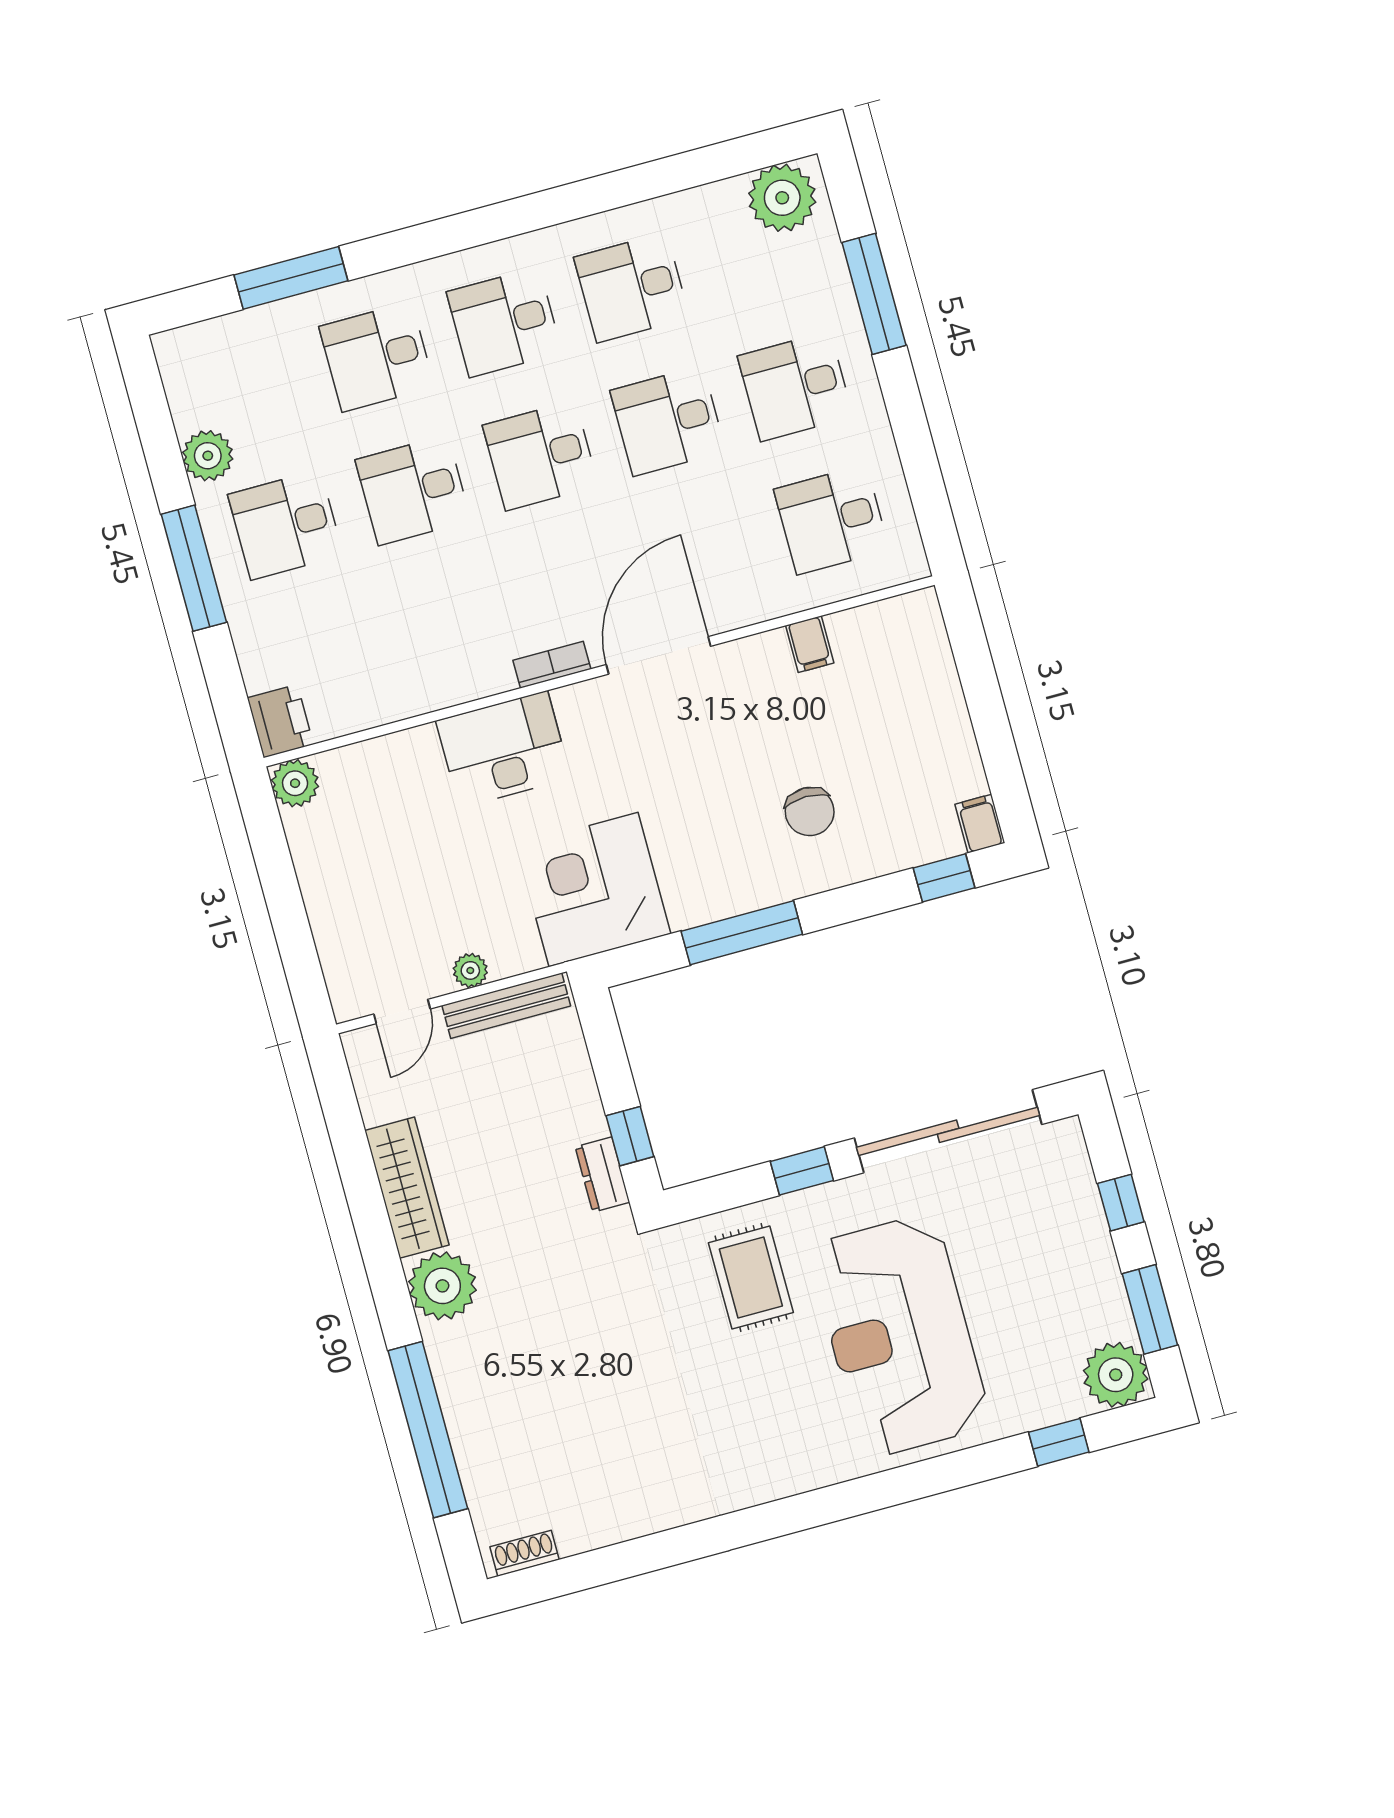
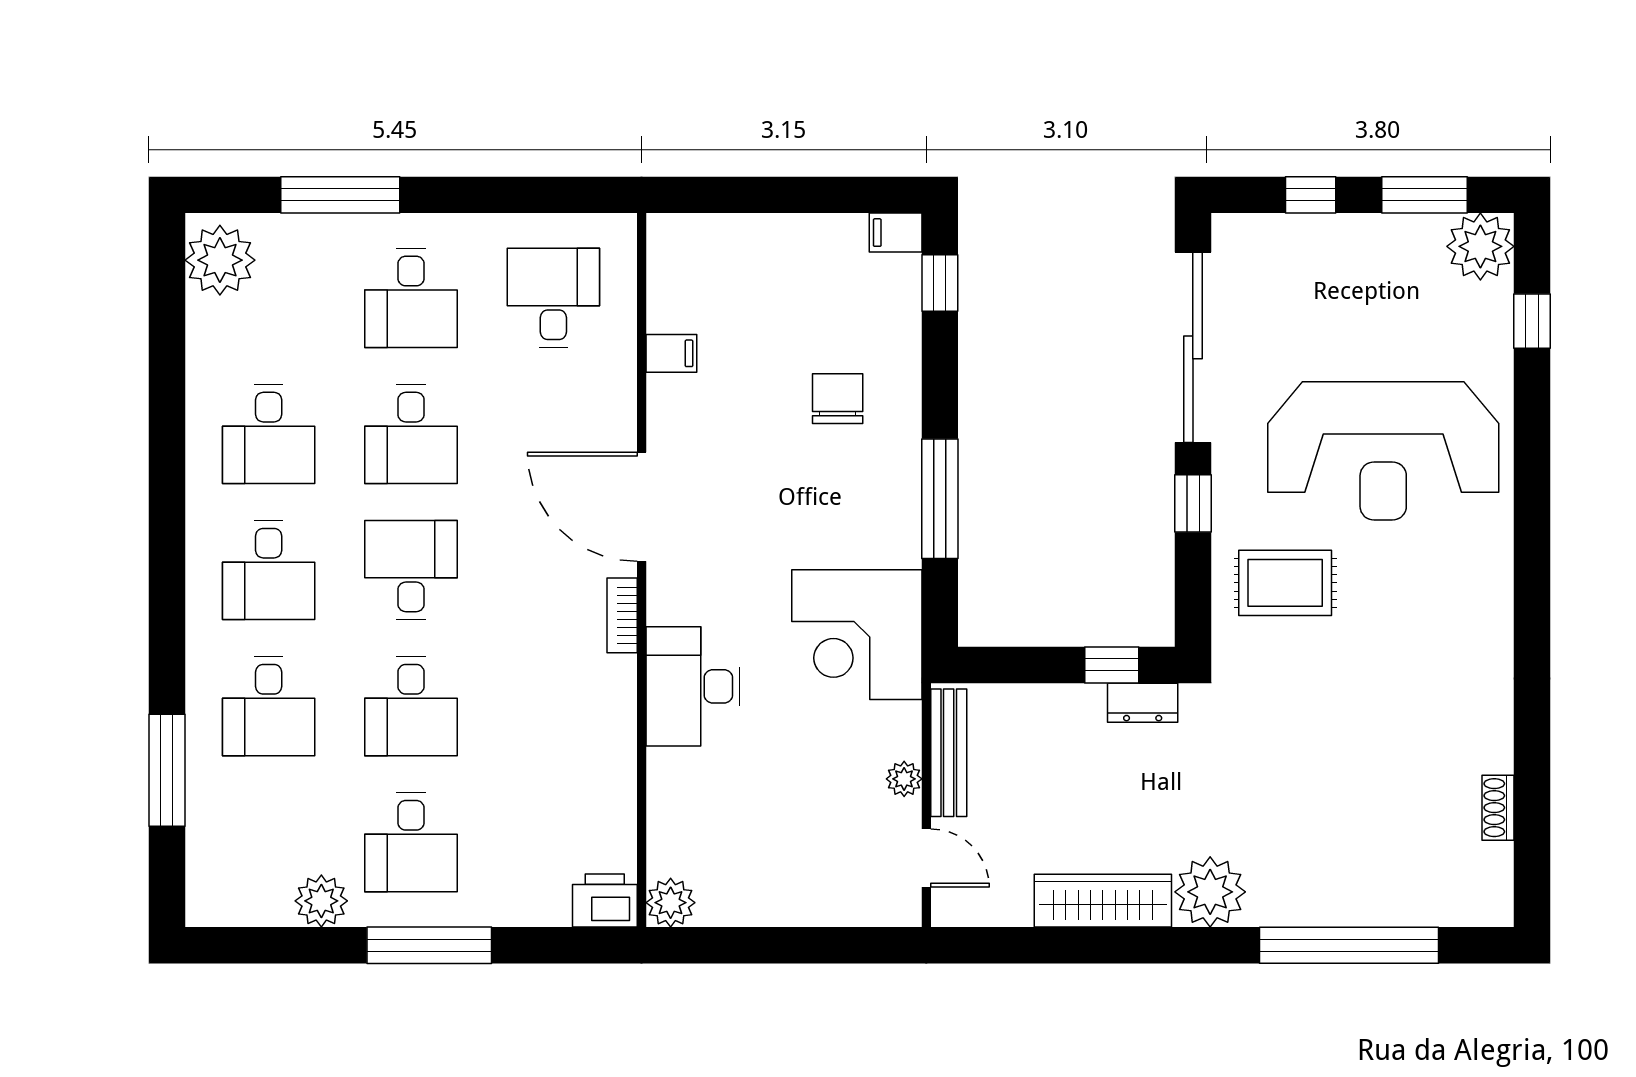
desk: (541, 456) -> (411, 570), turned 180
desk: (832, 520) -> (553, 298), turned 180
chair: (810, 812) -> (838, 399), turned -90
shoe rack: (525, 1553) -> (1498, 808), moved

